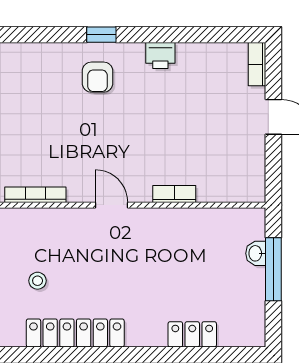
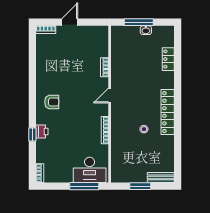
window: (101, 35) -> (32, 134), moved
printer: (160, 56) -> (42, 131), moved
washbasin: (256, 253) -> (146, 30), moved

